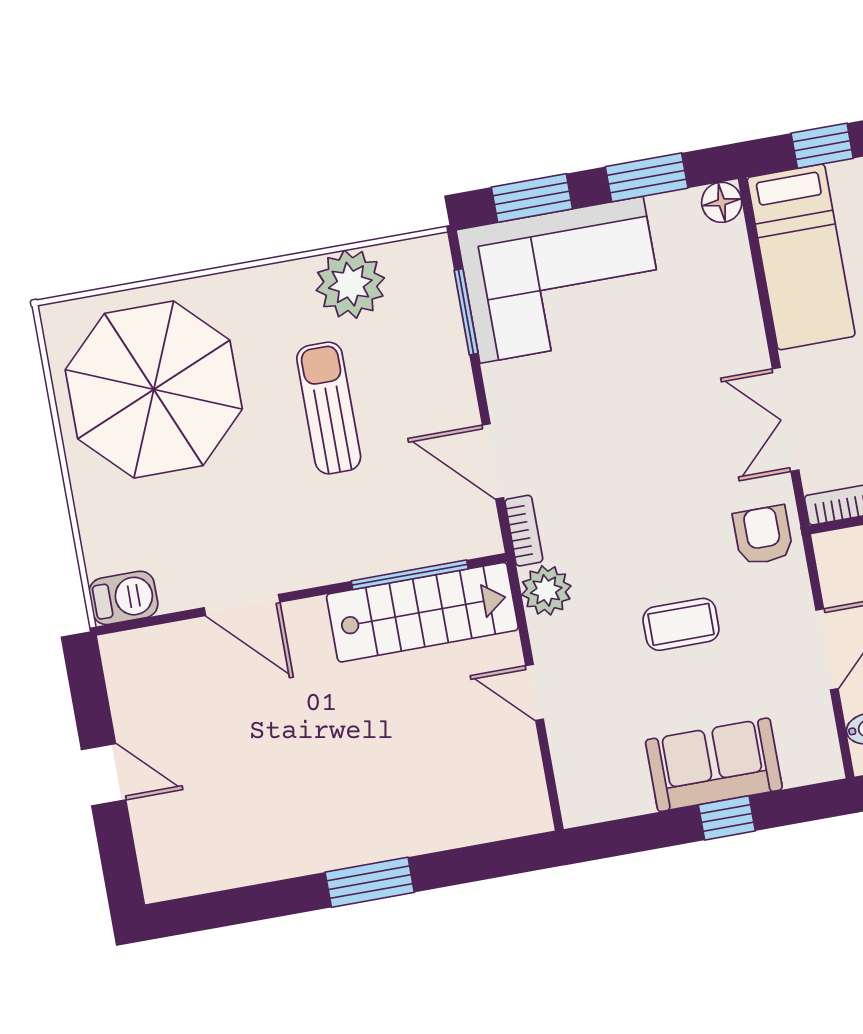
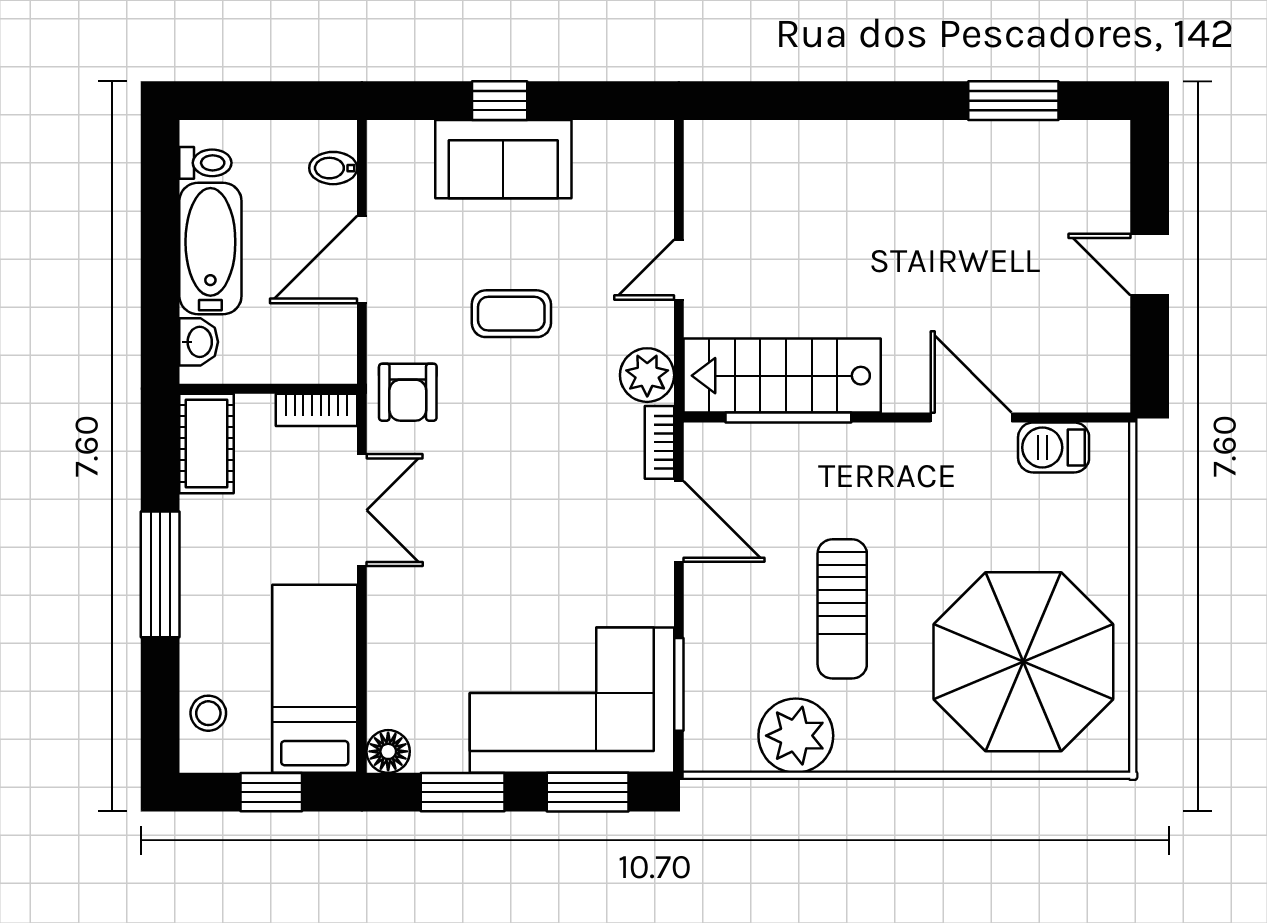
barbecue: (123, 598) -> (1054, 447), moved
door: (535, 692) -> (679, 270), swing flipped
window: (370, 882) -> (1013, 101), moved

